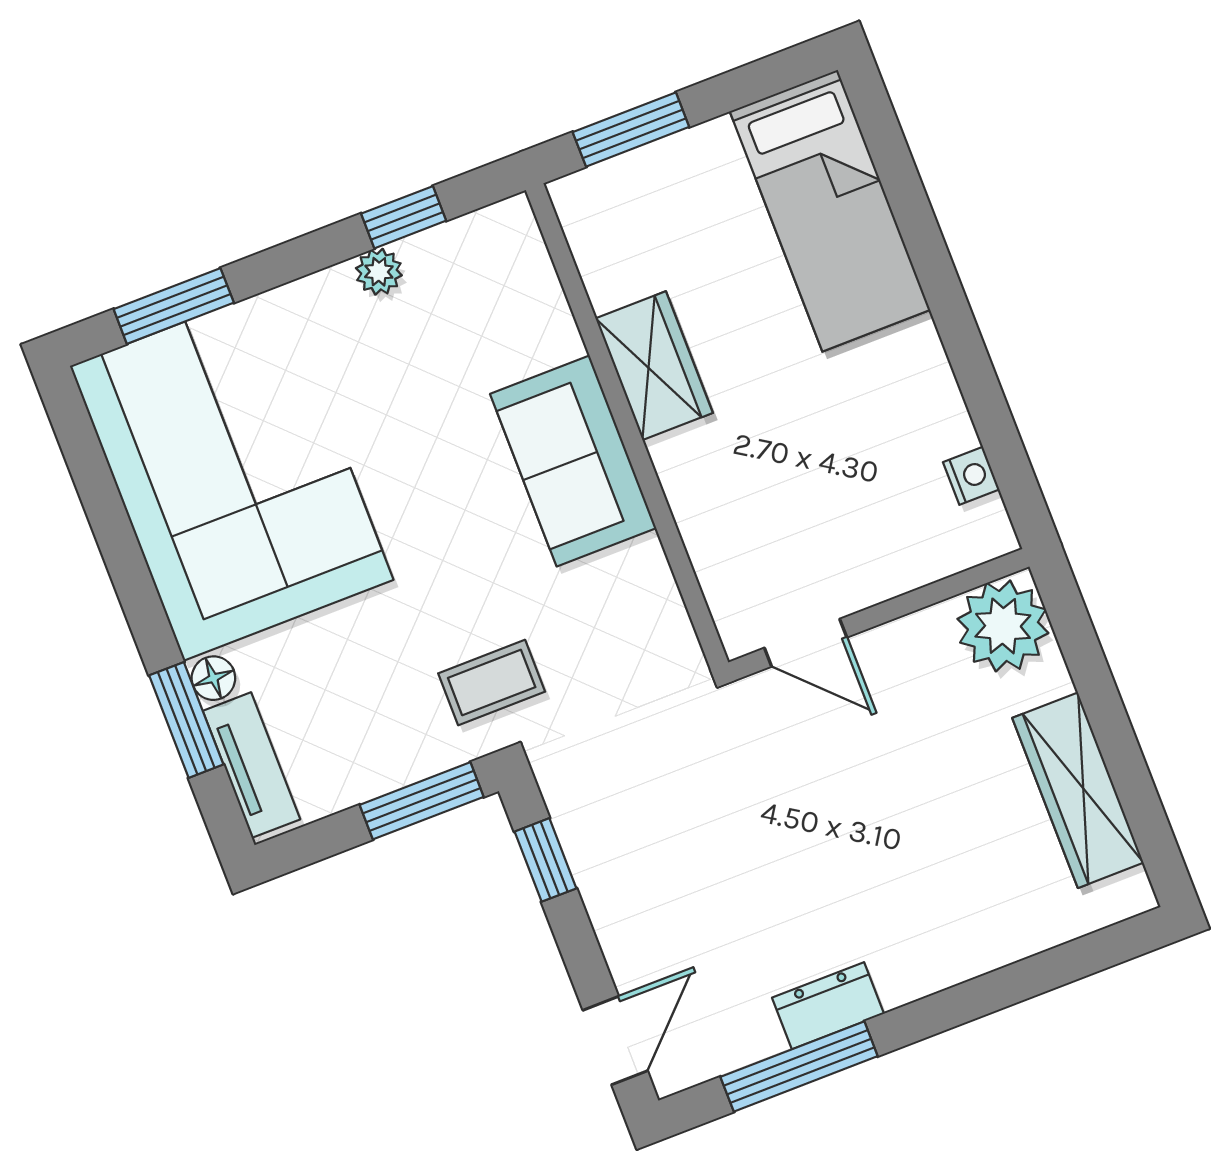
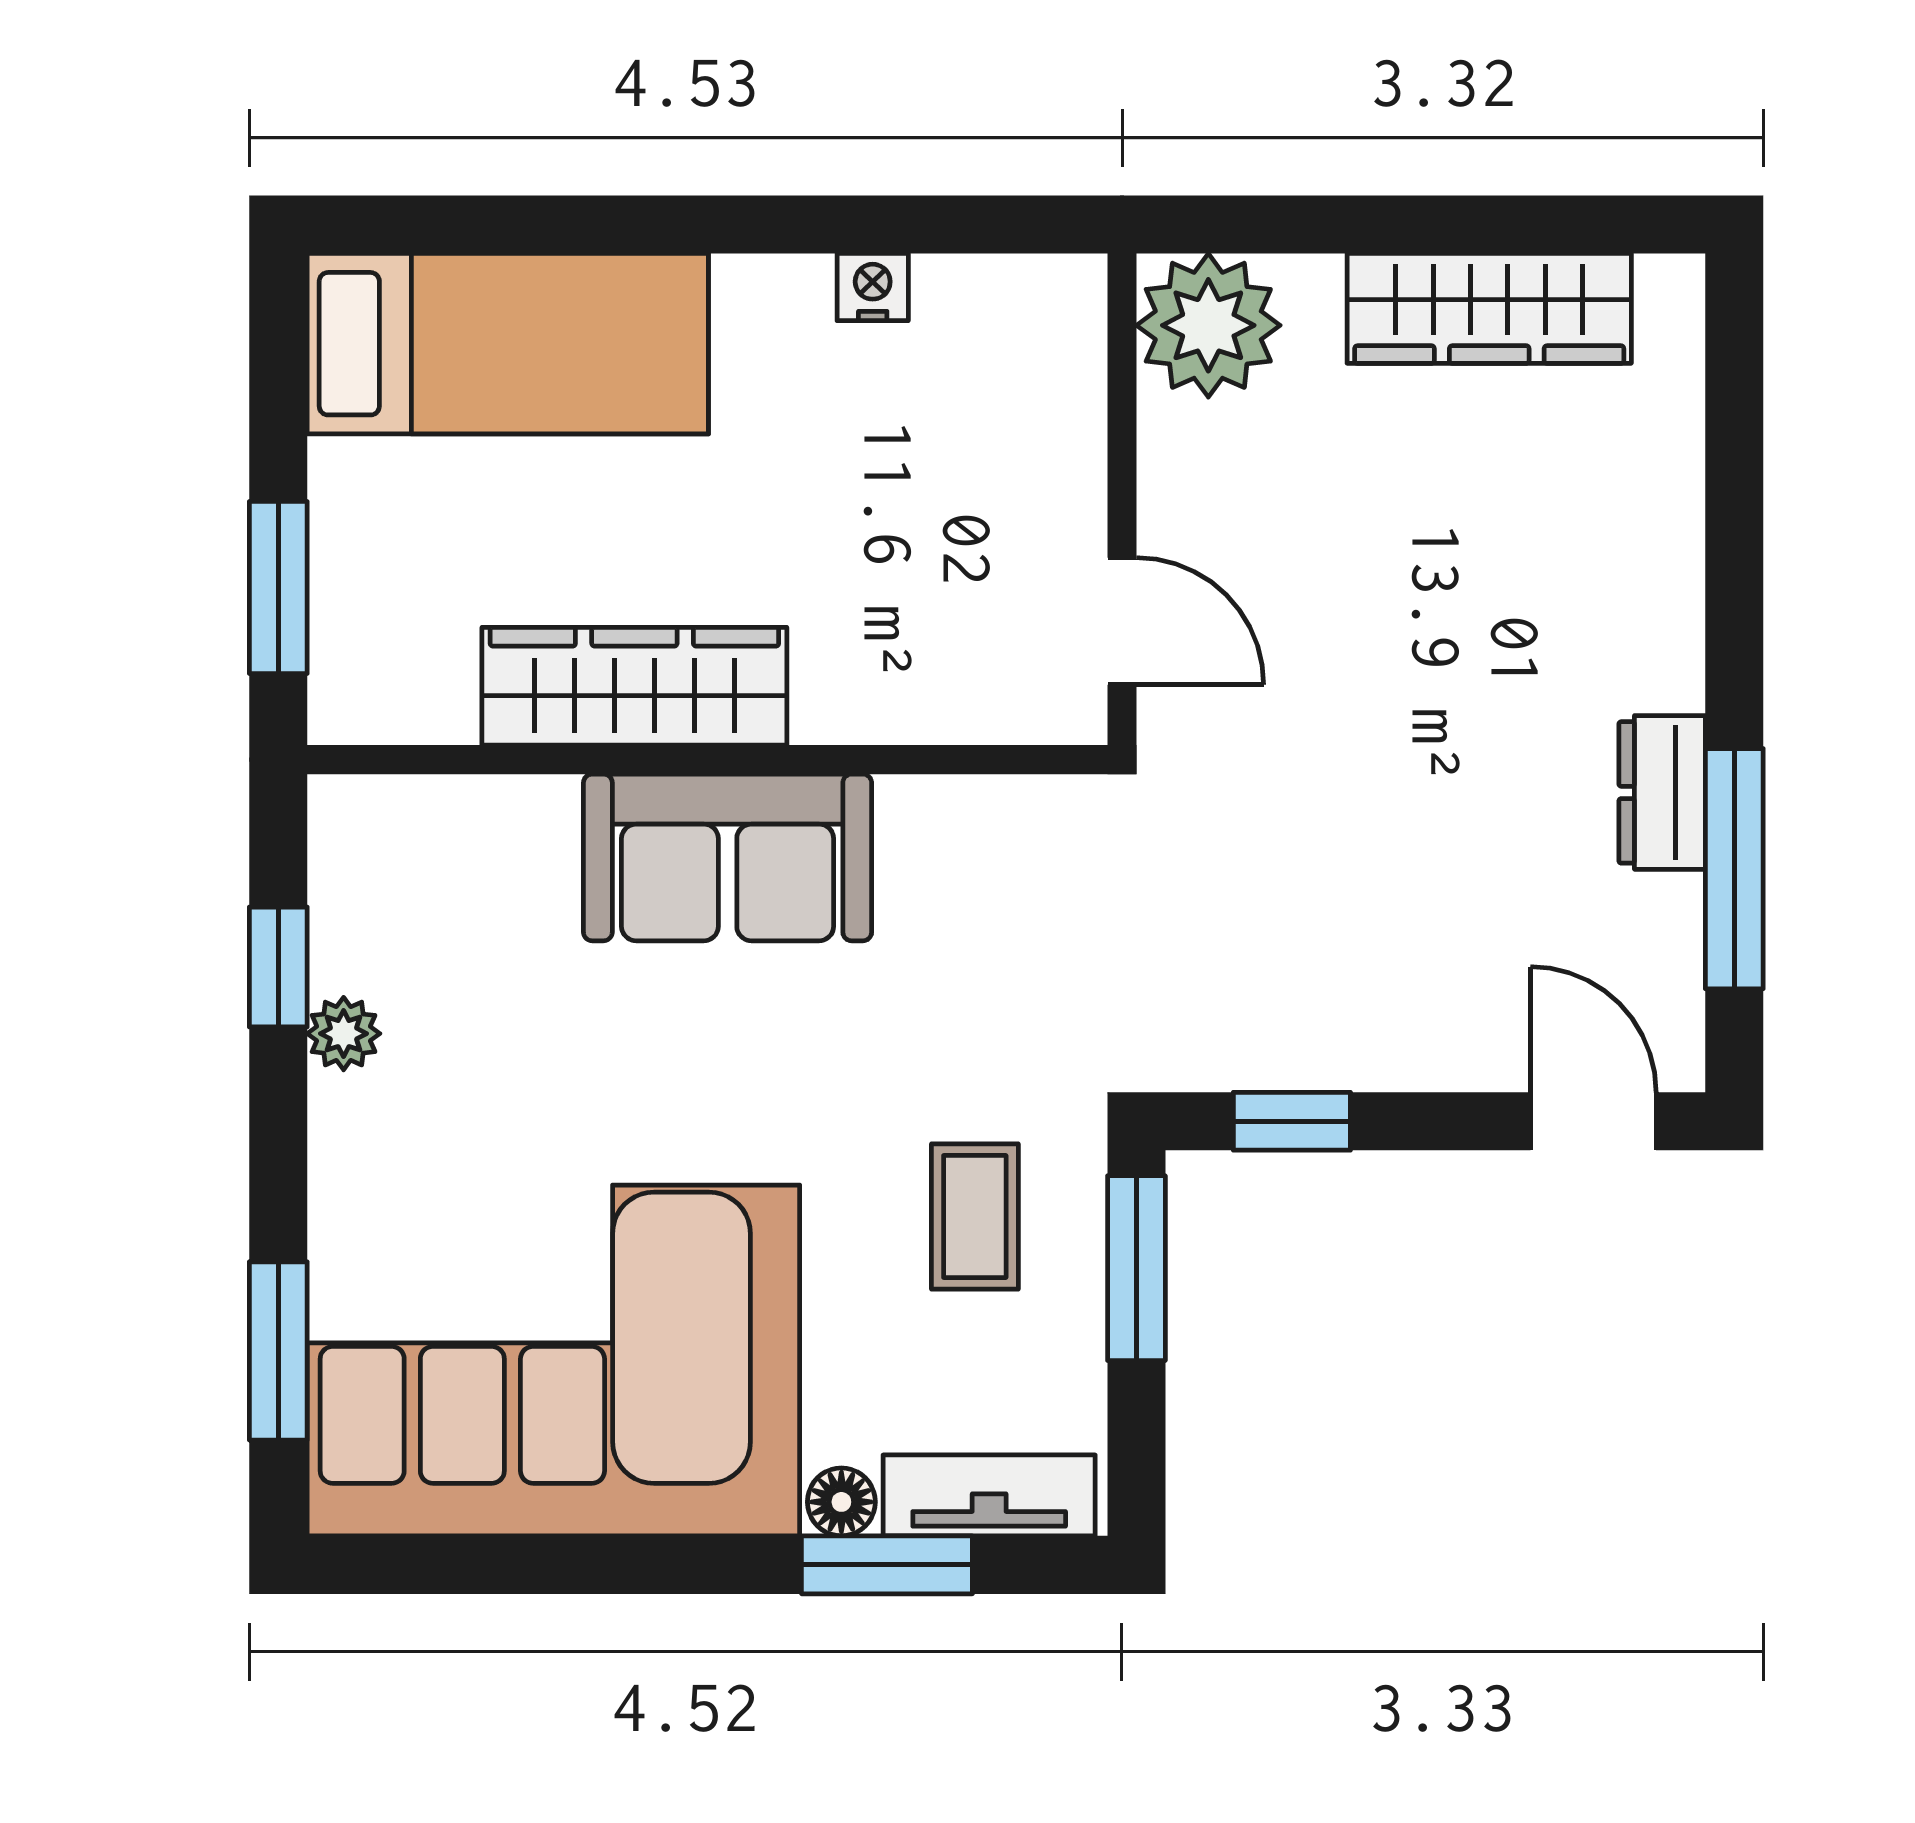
wardrobe: (654, 366) -> (634, 686), width x1.50
nightstand: (971, 476) -> (873, 287), moved
door: (806, 643) -> (1122, 621), hinge flipped
coffee table: (492, 683) -> (975, 1216), moved

